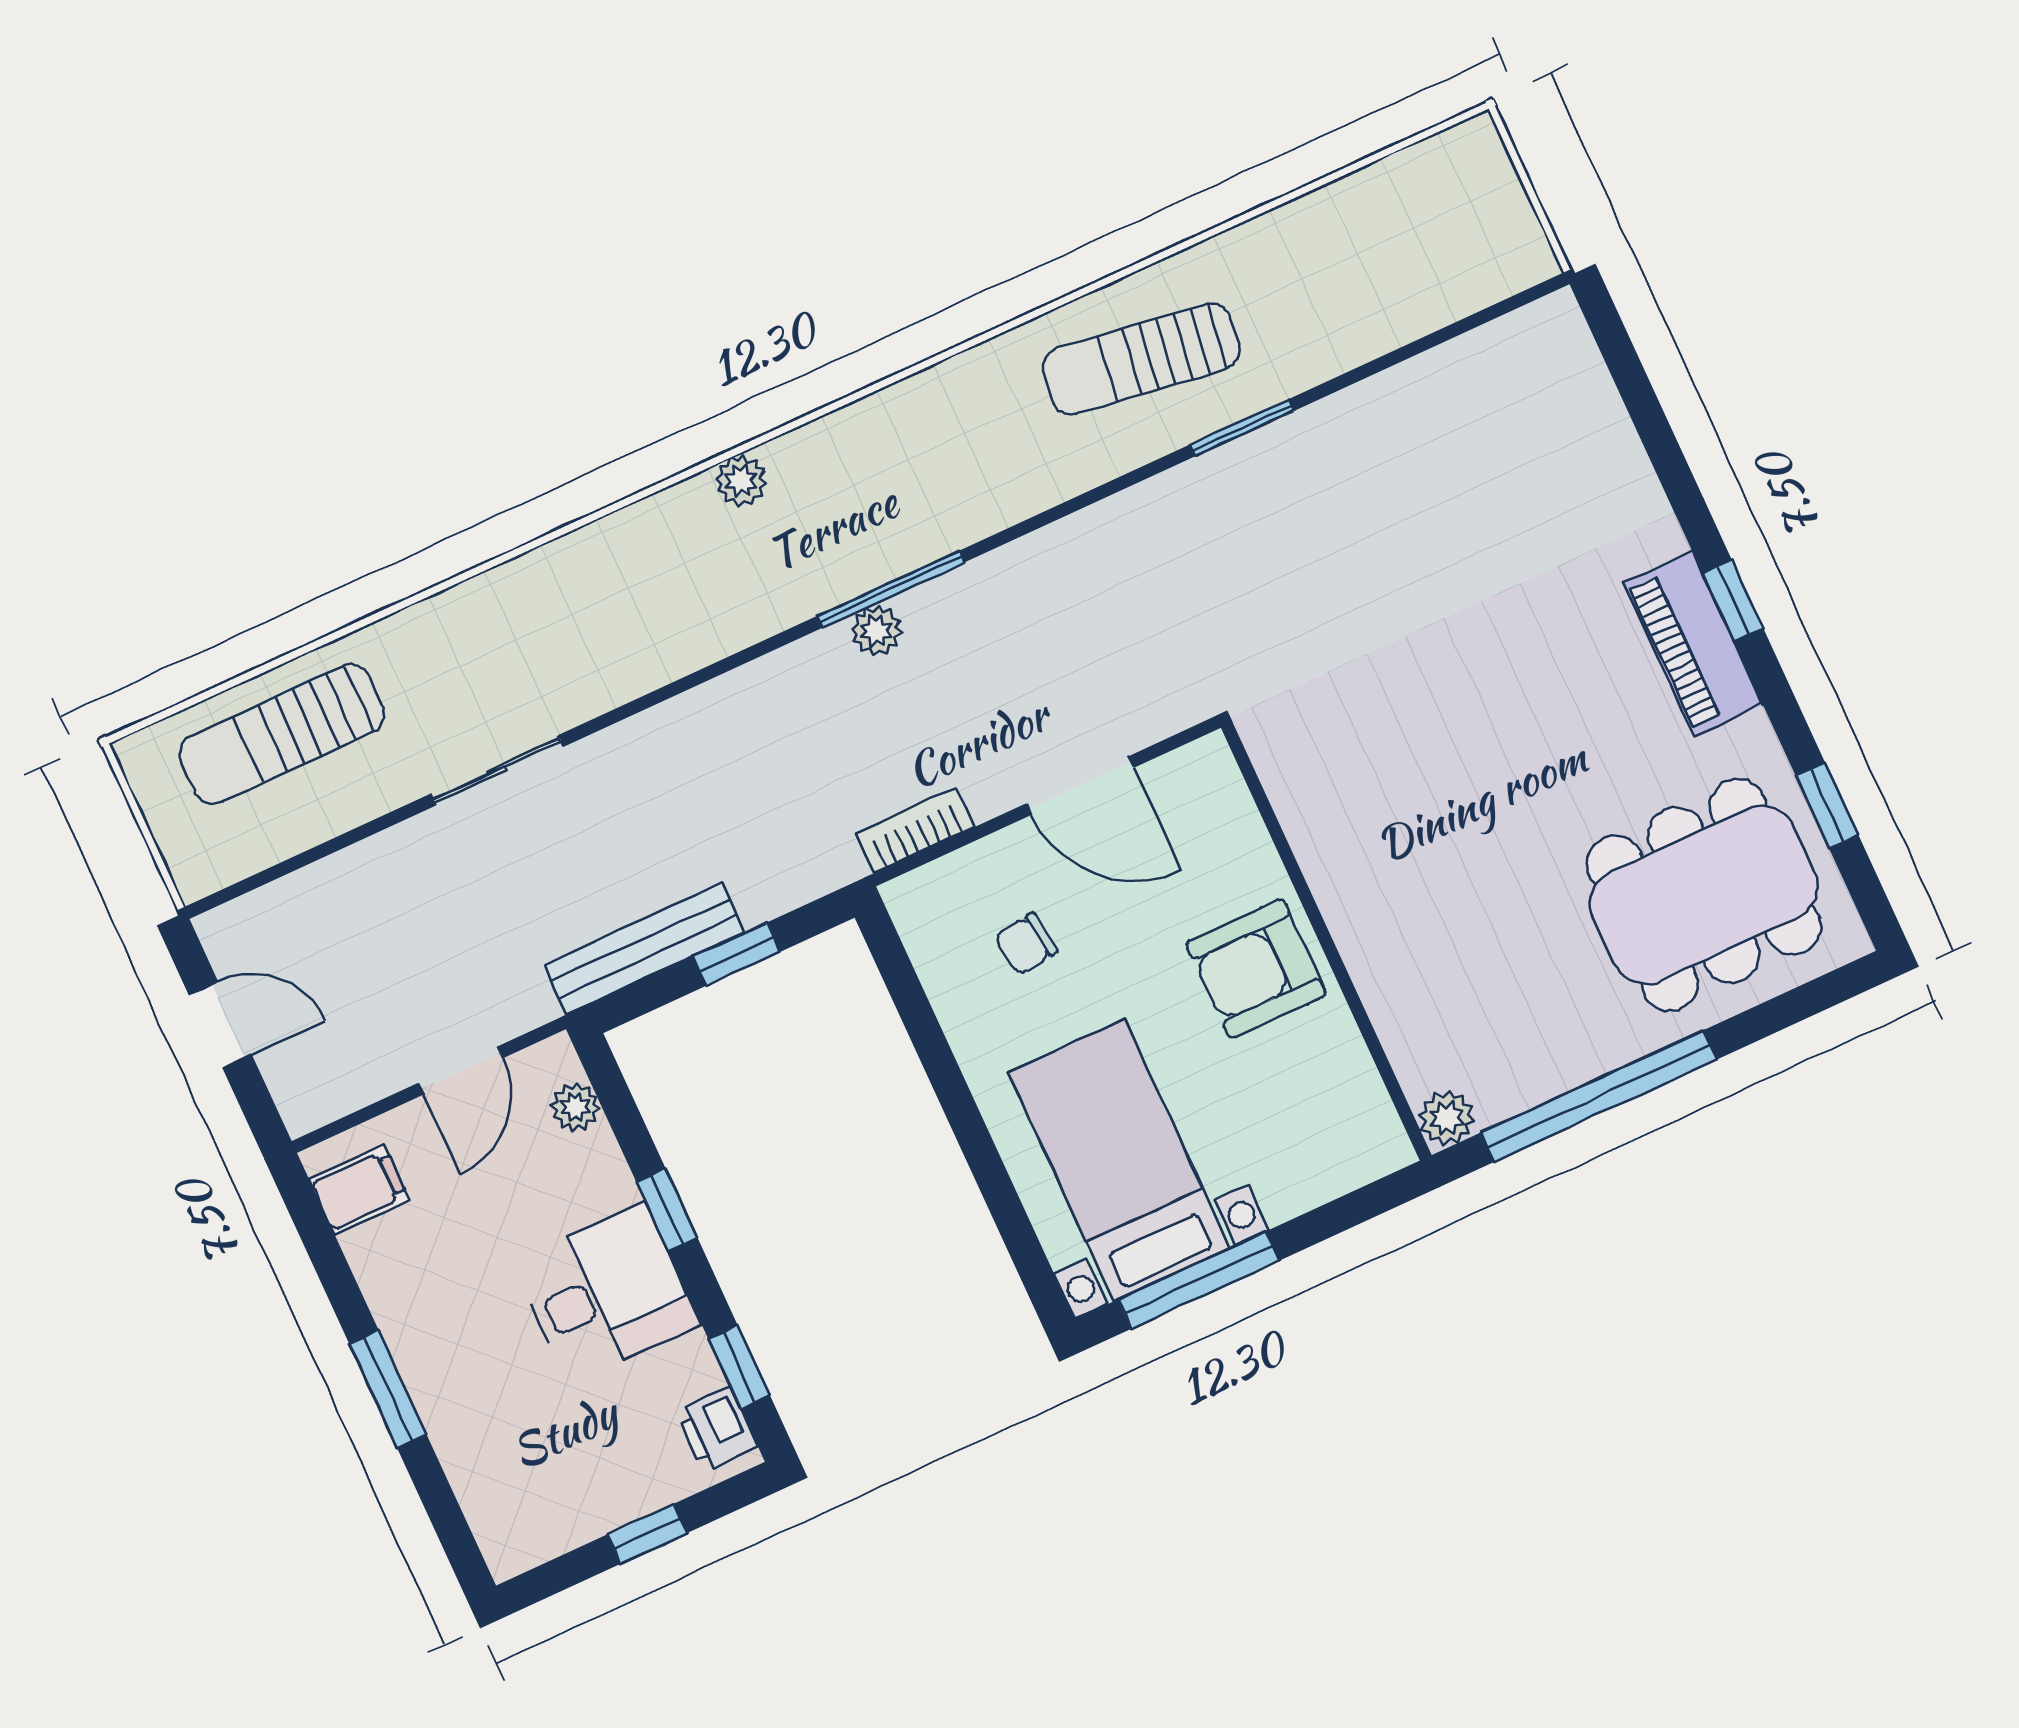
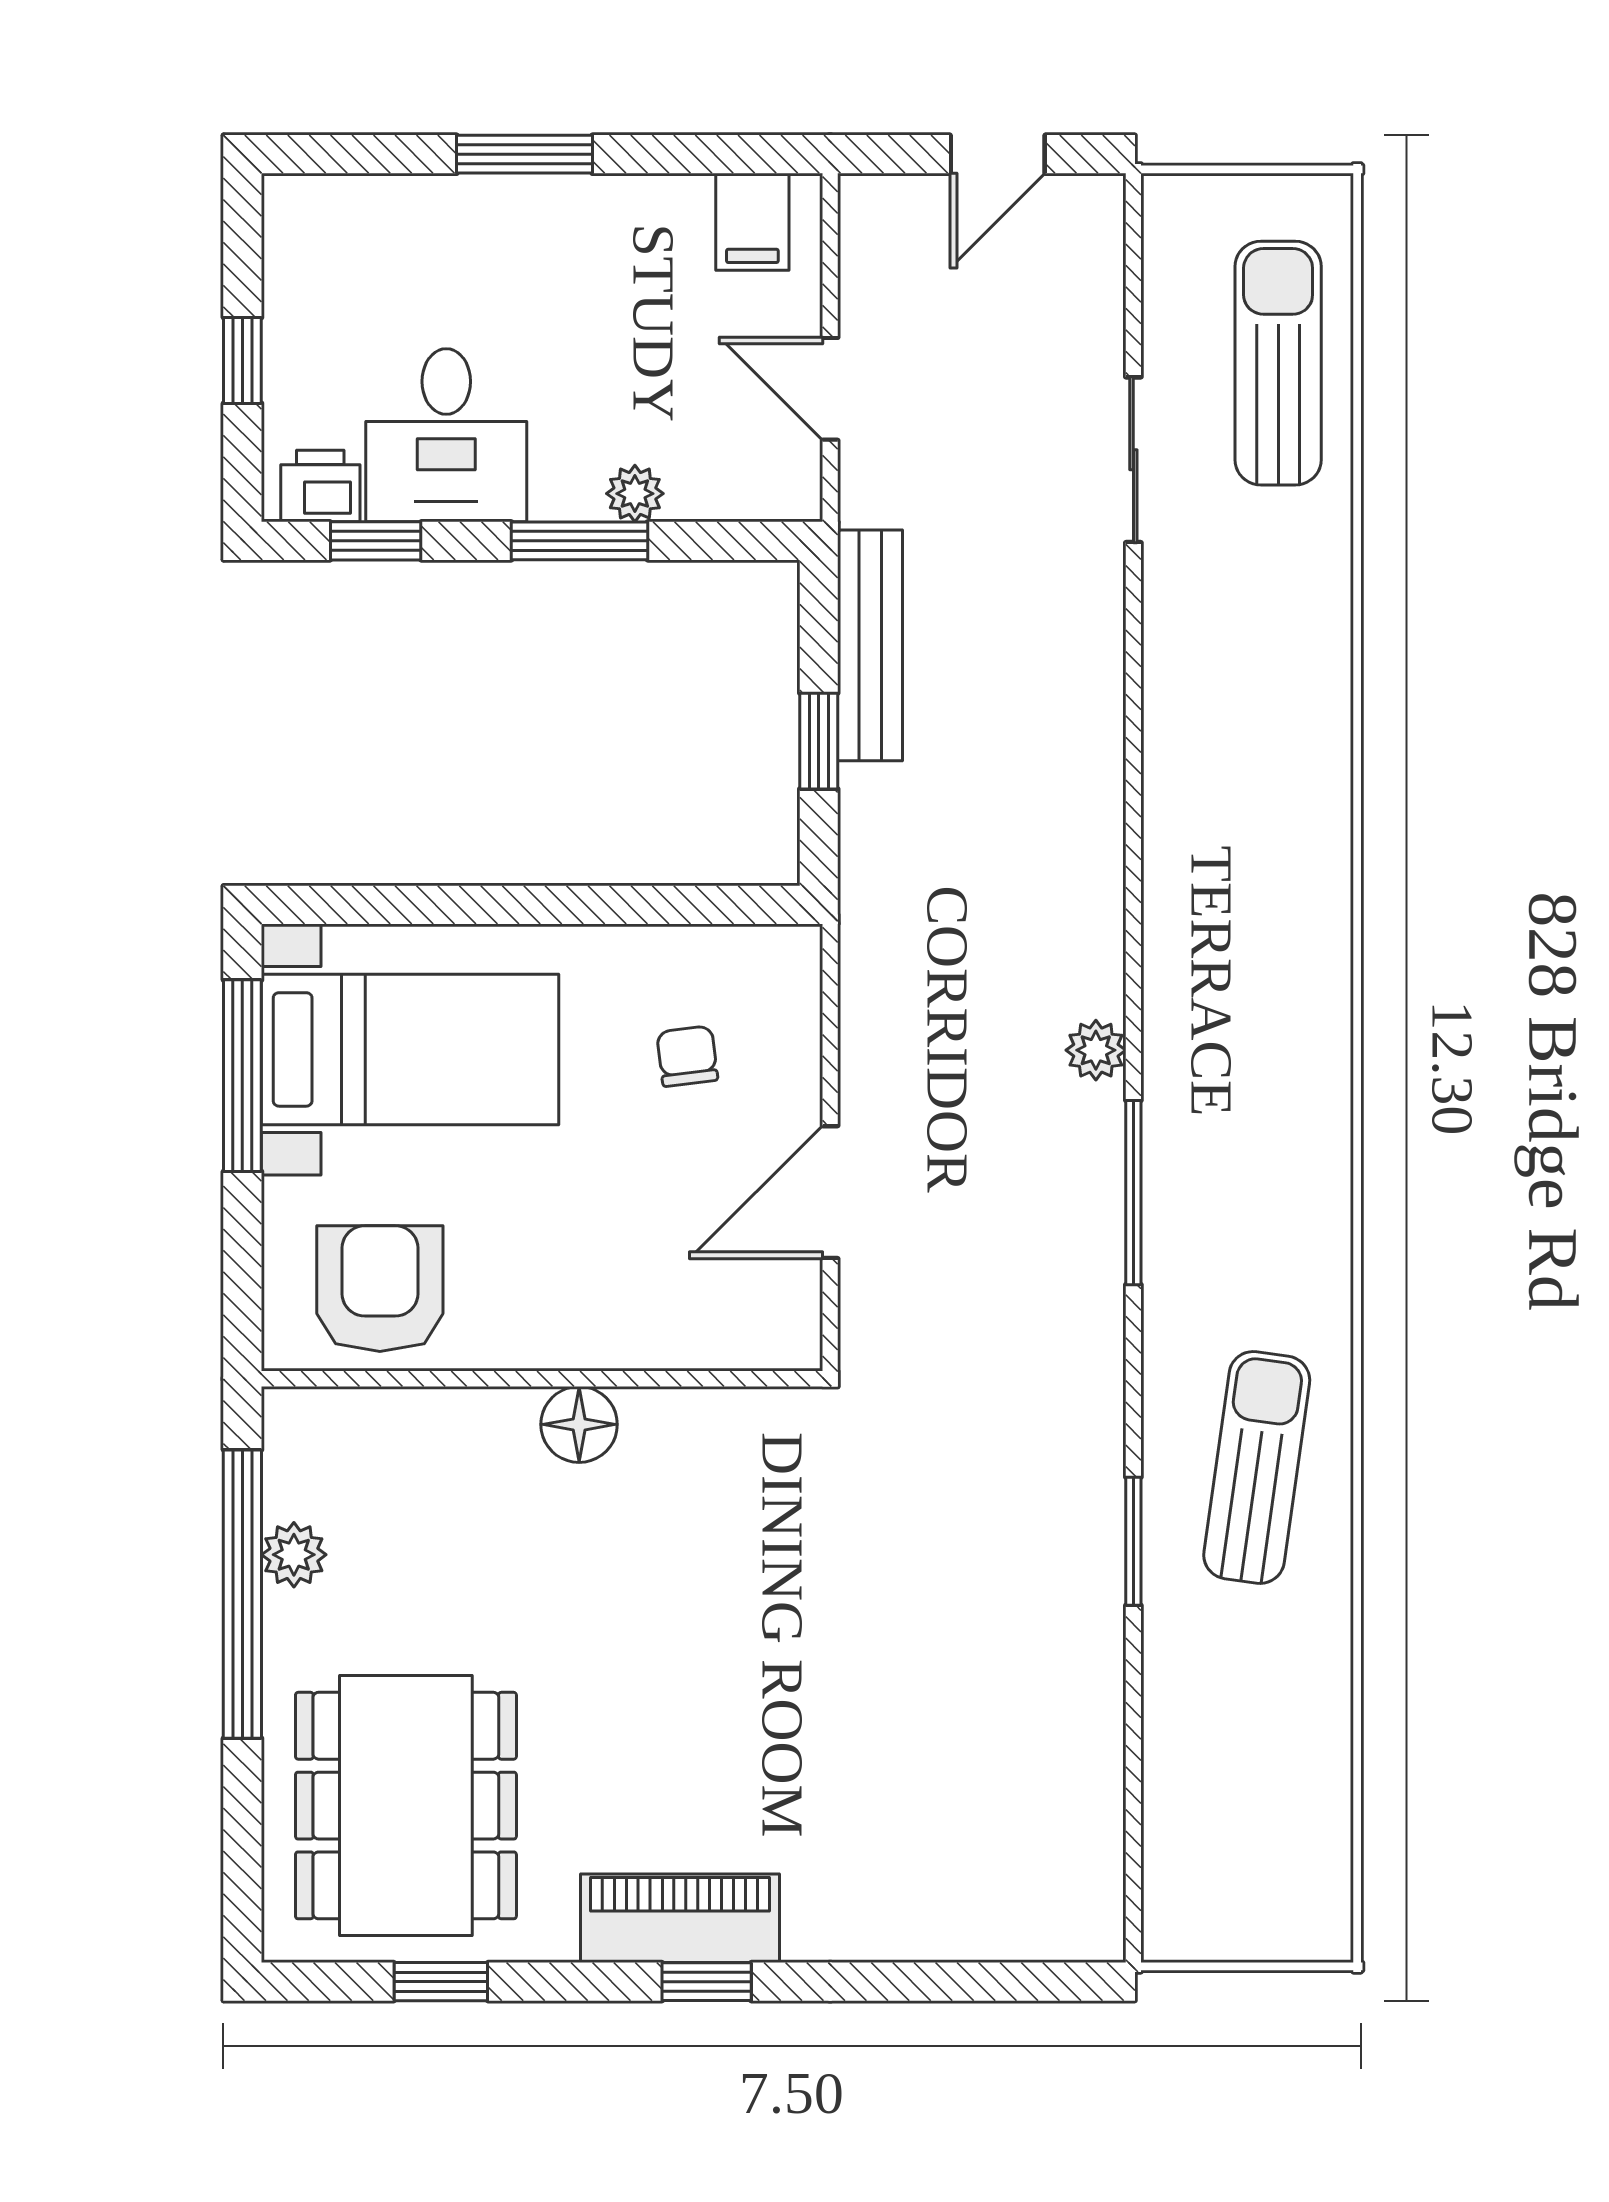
plant: (741, 481) -> (1323, 979), removed
window: (890, 589) -> (1133, 1193), moved
sliding door: (497, 770) -> (1133, 460), moved
bookcase: (915, 830) -> (864, 993), removed
floor lamp: (1348, 897) -> (579, 1424), added
armchair: (1256, 969) -> (380, 1289), moved
plant: (575, 1107) -> (635, 494), moved
plant: (1447, 1118) -> (294, 1555), moved
window: (667, 1210) -> (579, 541), width x1.50
desk: (606, 1293) -> (446, 435), moved

